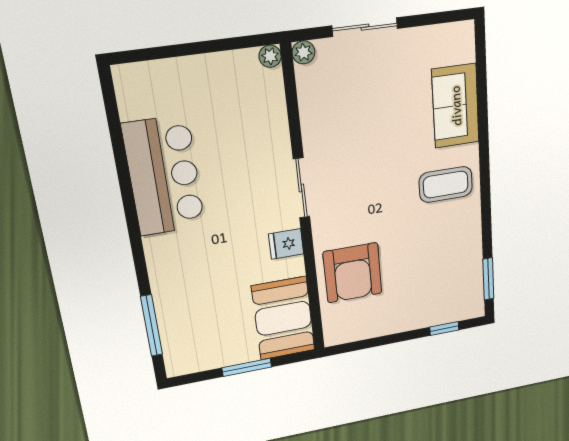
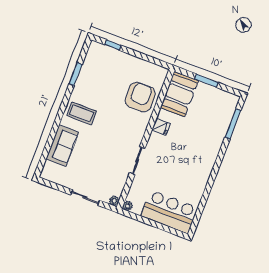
bar counter: (164, 176) -> (169, 212), moved, turned 90
sliding door: (301, 188) -> (137, 161), moved
window: (488, 279) -> (76, 74), moved

